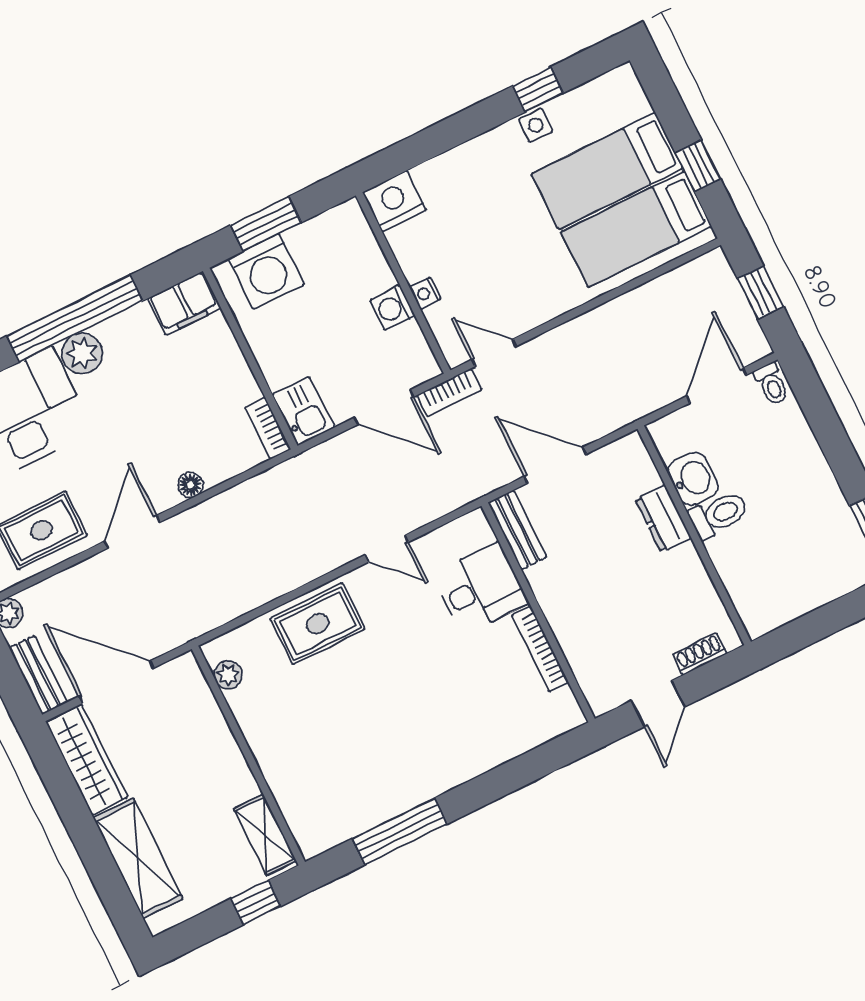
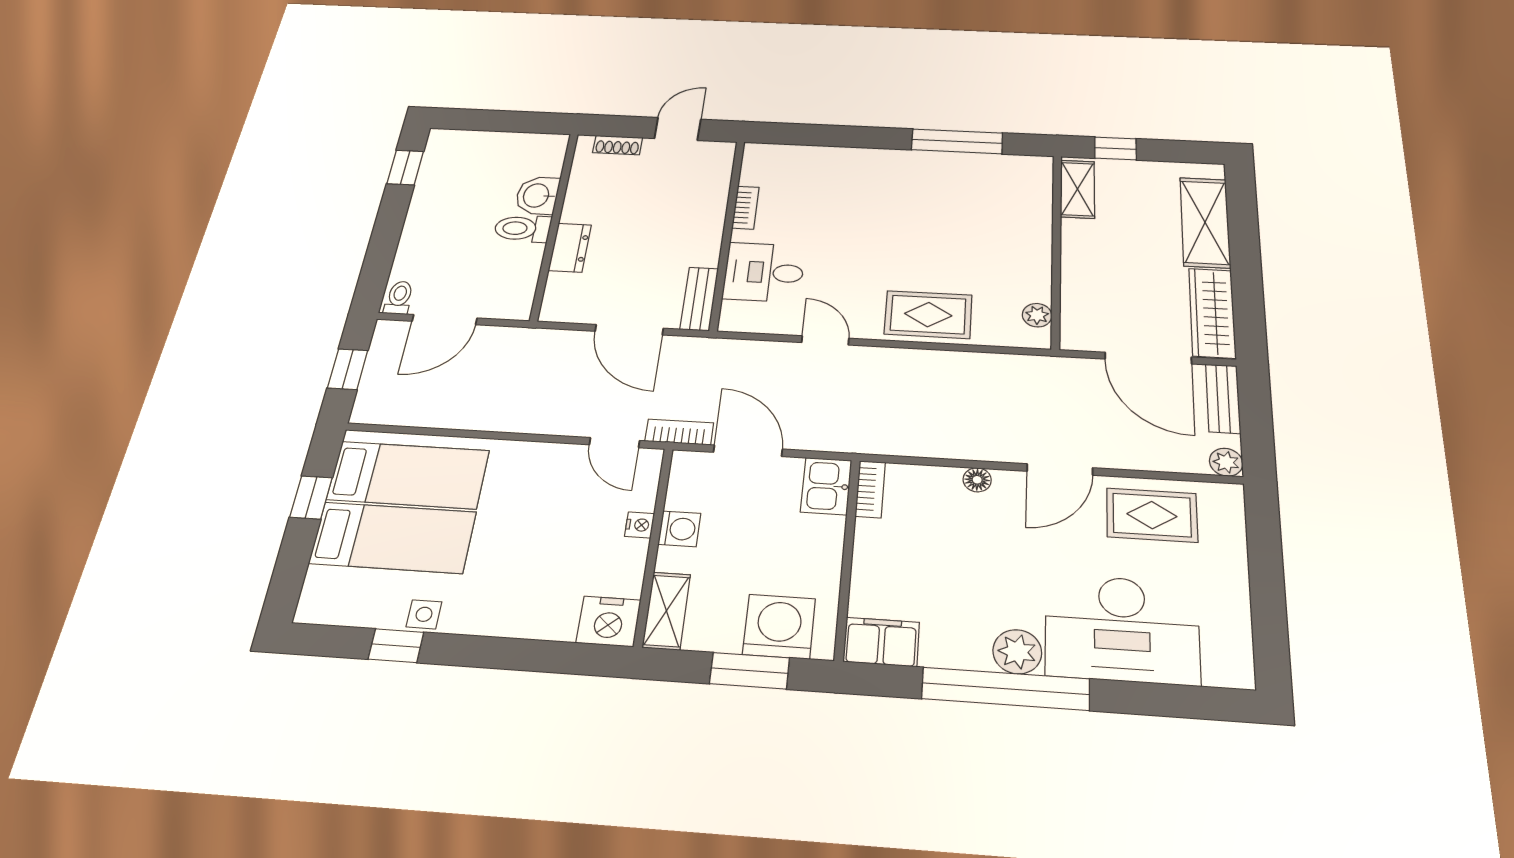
shelving: (357, 235) -> (666, 611), added
washbasin: (693, 479) -> (537, 196), moved
bookcase: (540, 649) -> (746, 208), width x0.64

